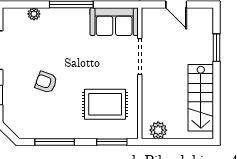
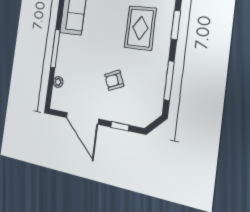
armchair: (46, 82) -> (114, 80), turned 47

